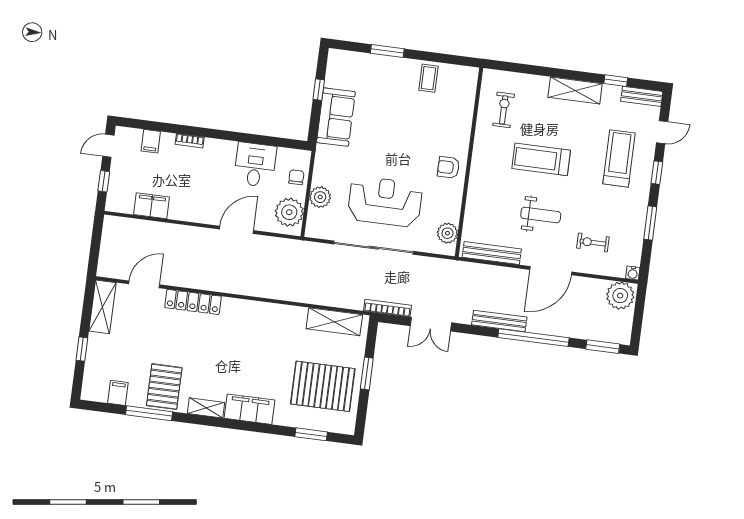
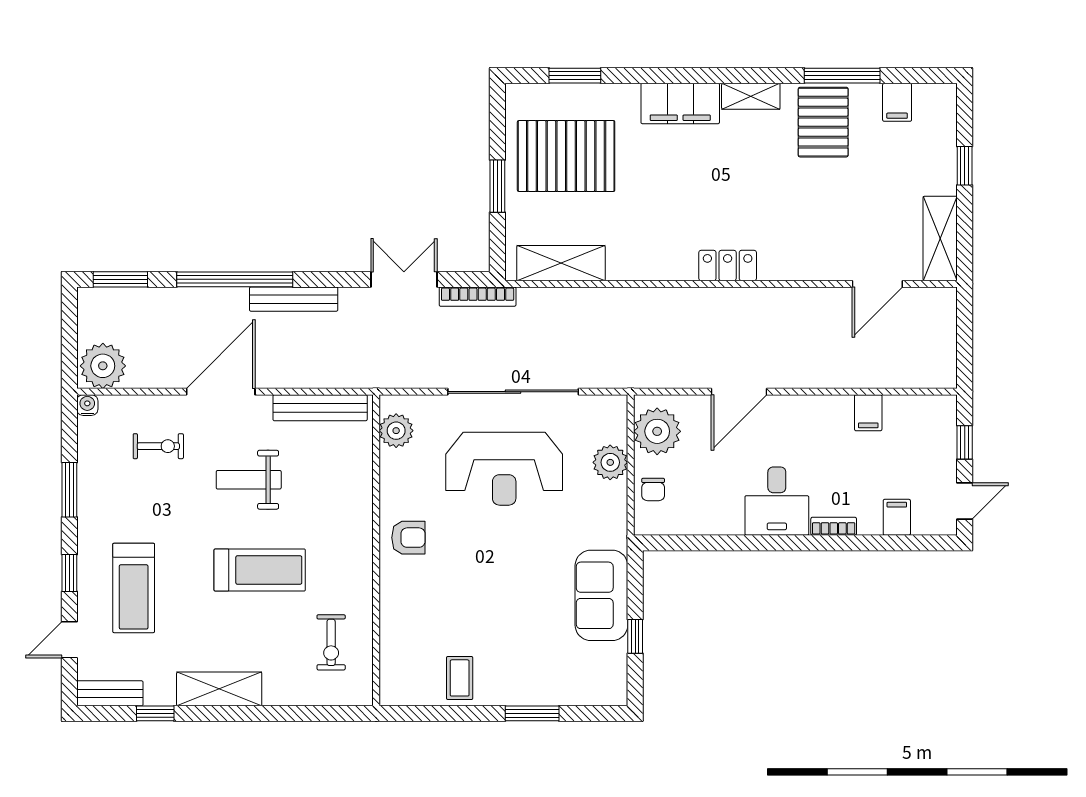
desk: (255, 165) -> (777, 501), moved
filing cabinet: (152, 206) -> (868, 413), width x0.50
locker: (193, 302) -> (728, 265), moved, width x0.66

